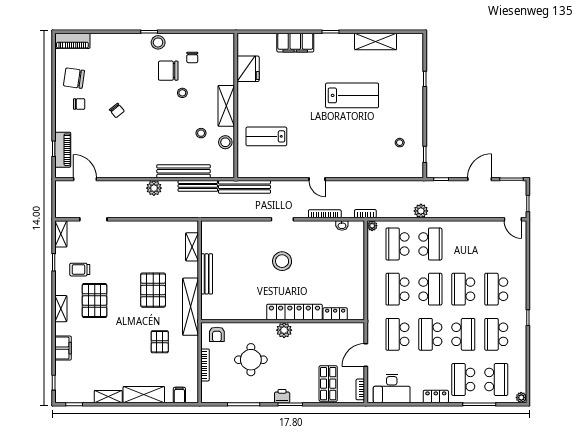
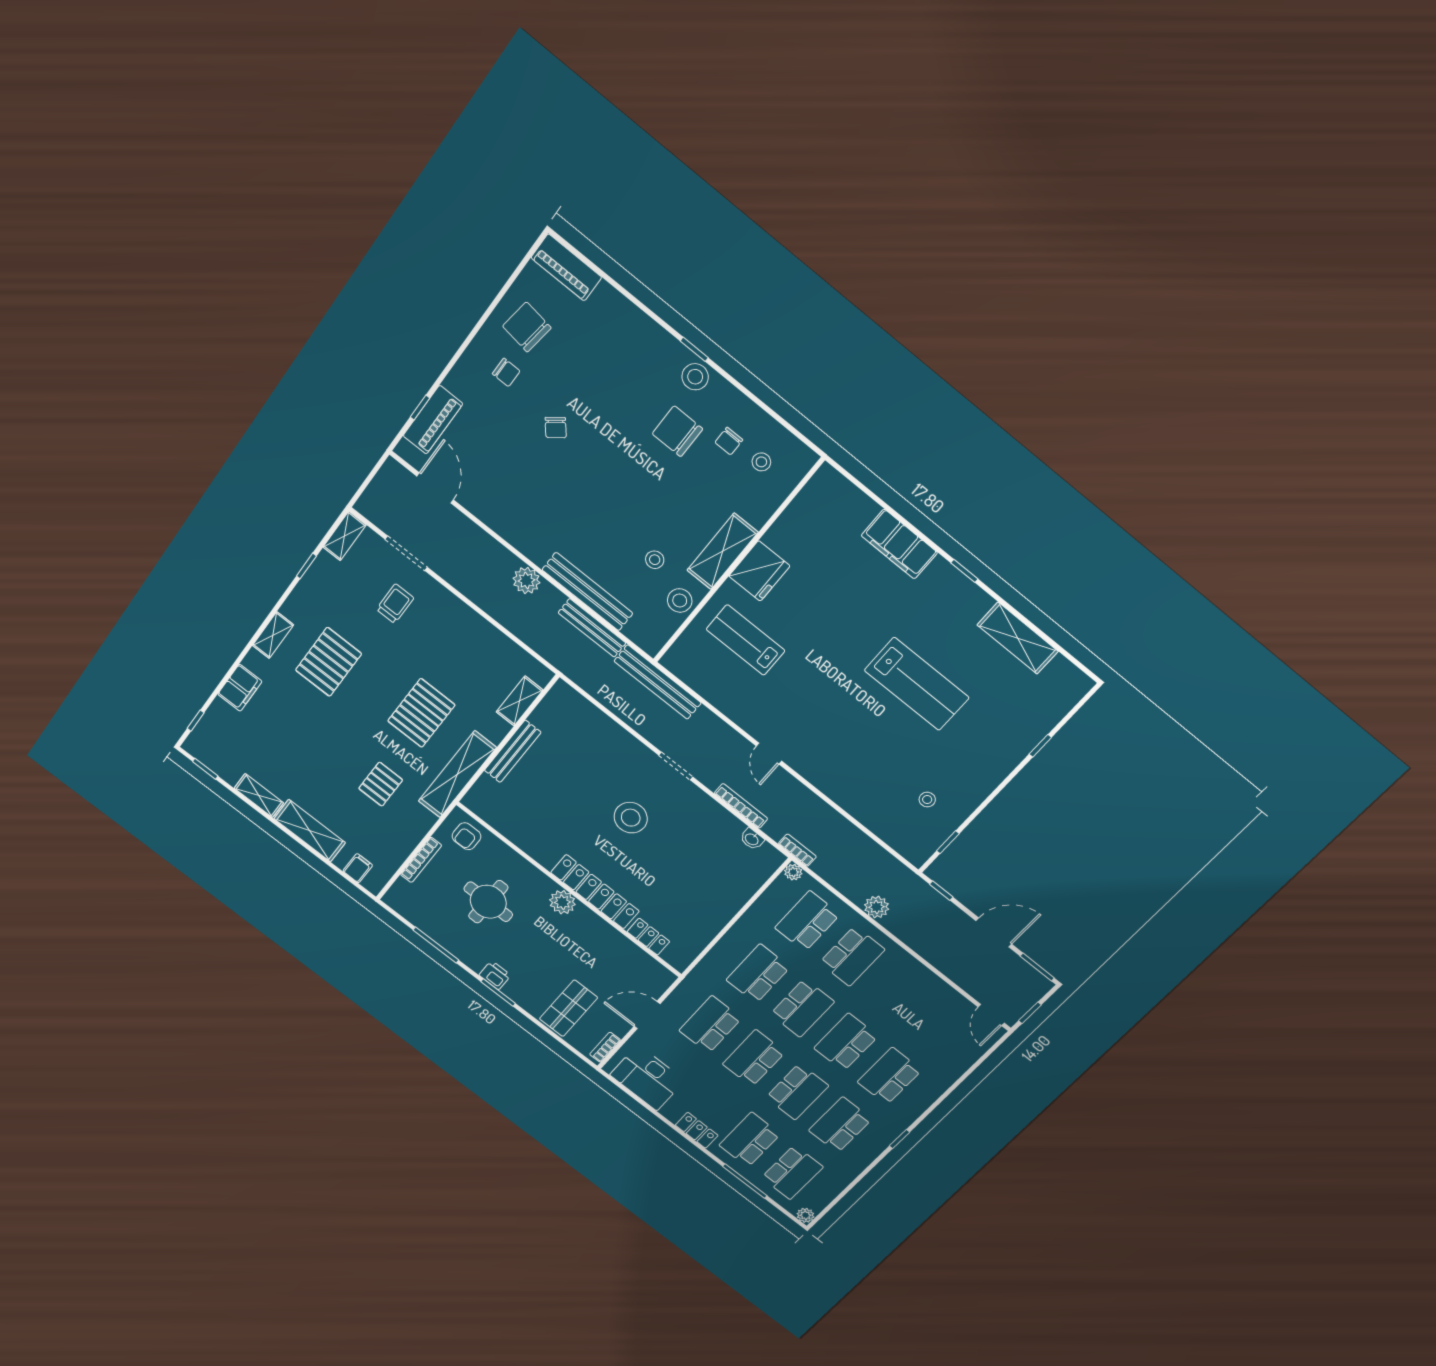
fridge: (248, 69) -> (759, 571), moved
stool: (182, 93) -> (761, 462), moved
trolley: (80, 270) -> (395, 604), moved, turned 90

